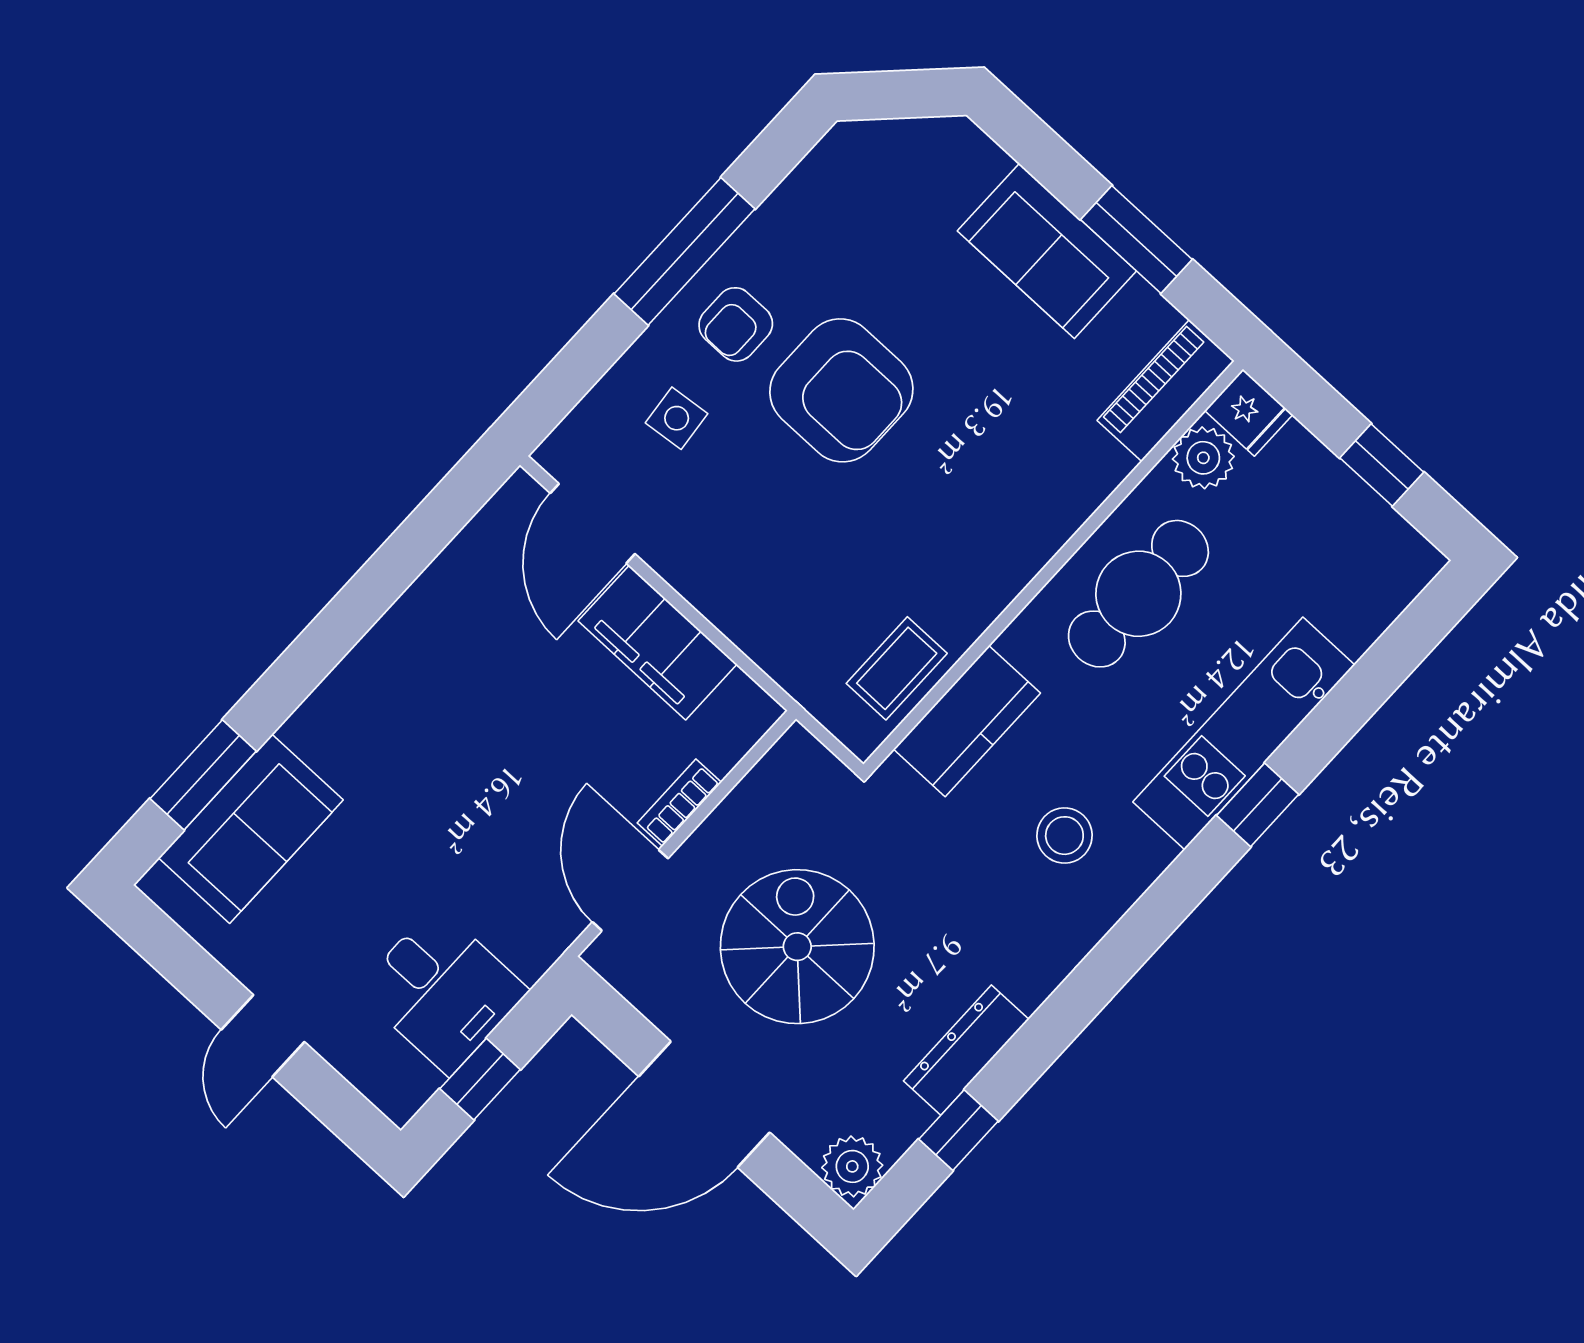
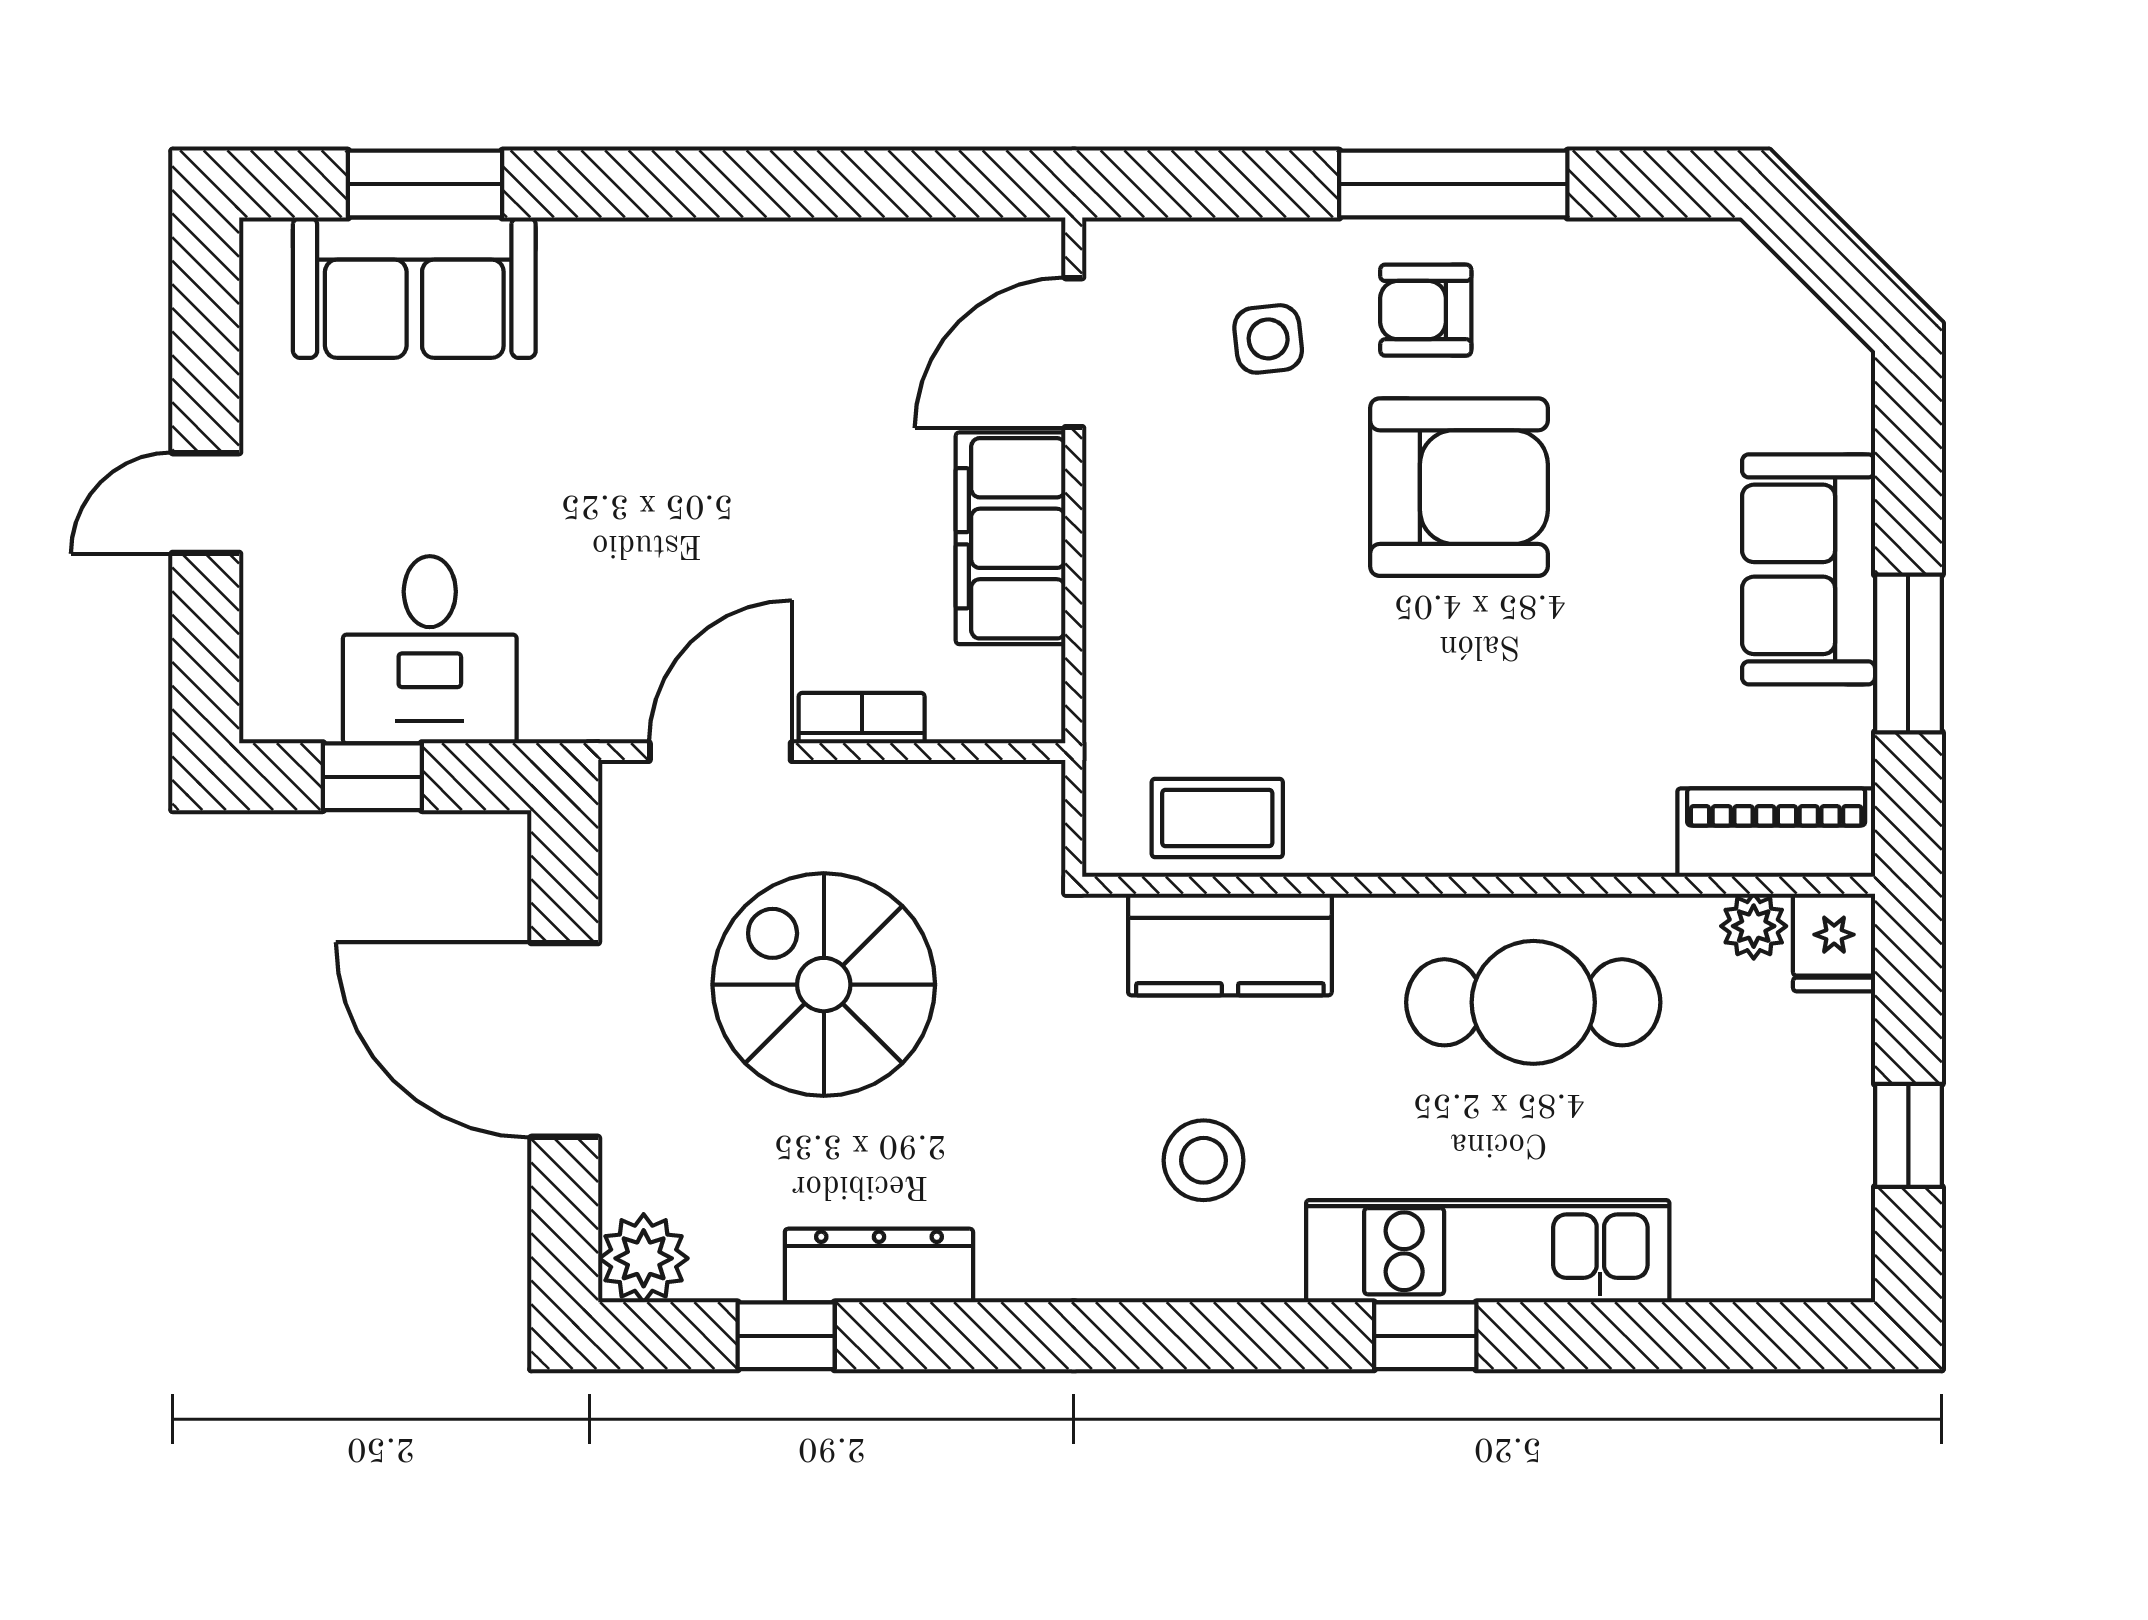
armchair: (841, 390) -> (1459, 487), turned -90
plant: (1203, 458) -> (1754, 926), width x0.73, depth x0.73
spiral stairs: (797, 947) -> (824, 985), turned -90

